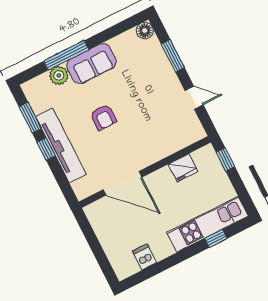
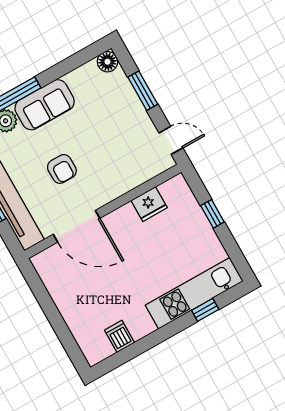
fridge: (183, 168) -> (149, 204), moved
wall: (145, 172) -> (103, 211), moved
door: (123, 183) -> (77, 226), moved

